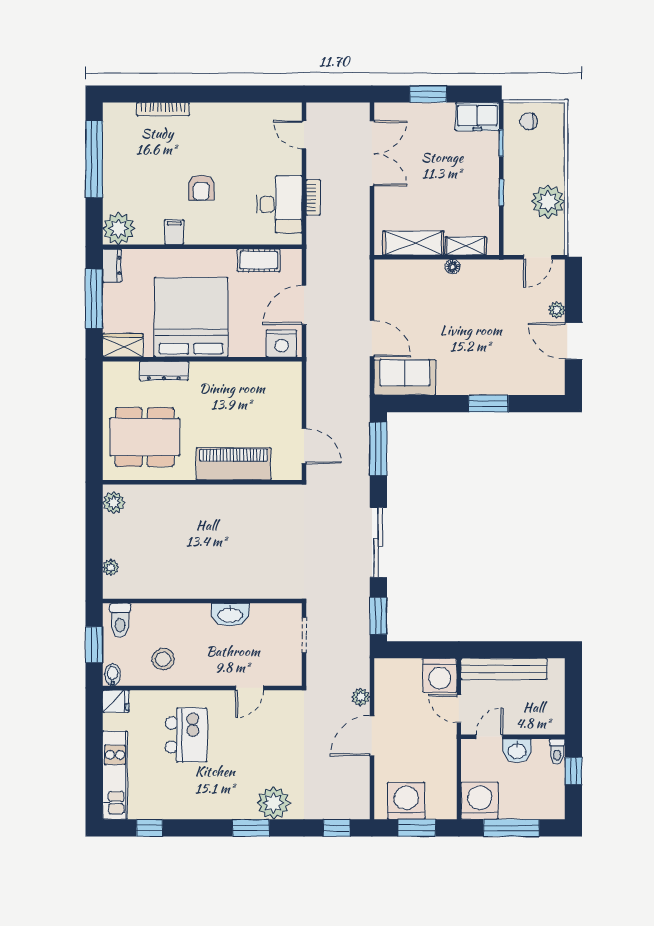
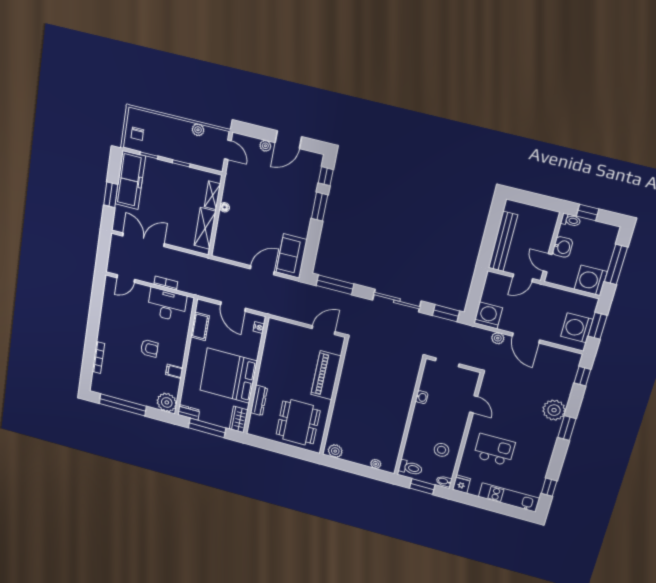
freezer: (477, 117) -> (130, 180), width x1.91, depth x1.26
plant: (548, 201) -> (198, 130), width x0.53, depth x0.53
nightstand: (282, 343) -> (259, 327), width x0.53, depth x0.56
window: (534, 404) -> (326, 176), added
washbasin: (230, 615) -> (422, 397), width x0.52, depth x0.69
washing machine: (440, 675) -> (488, 315), moved, turned -90

